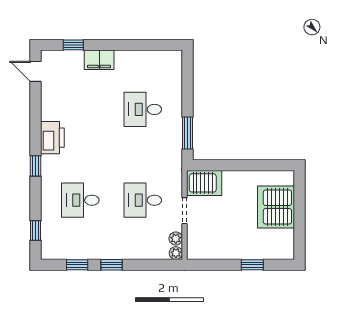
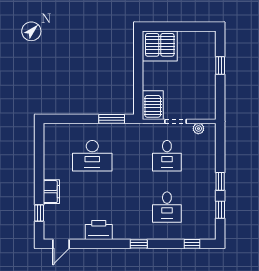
desk: (143, 109) -> (92, 156), width x1.37
printer: (52, 138) -> (99, 230), moved
server rack: (276, 207) -> (160, 46), moved
plant: (176, 253) -> (210, 128), removed

